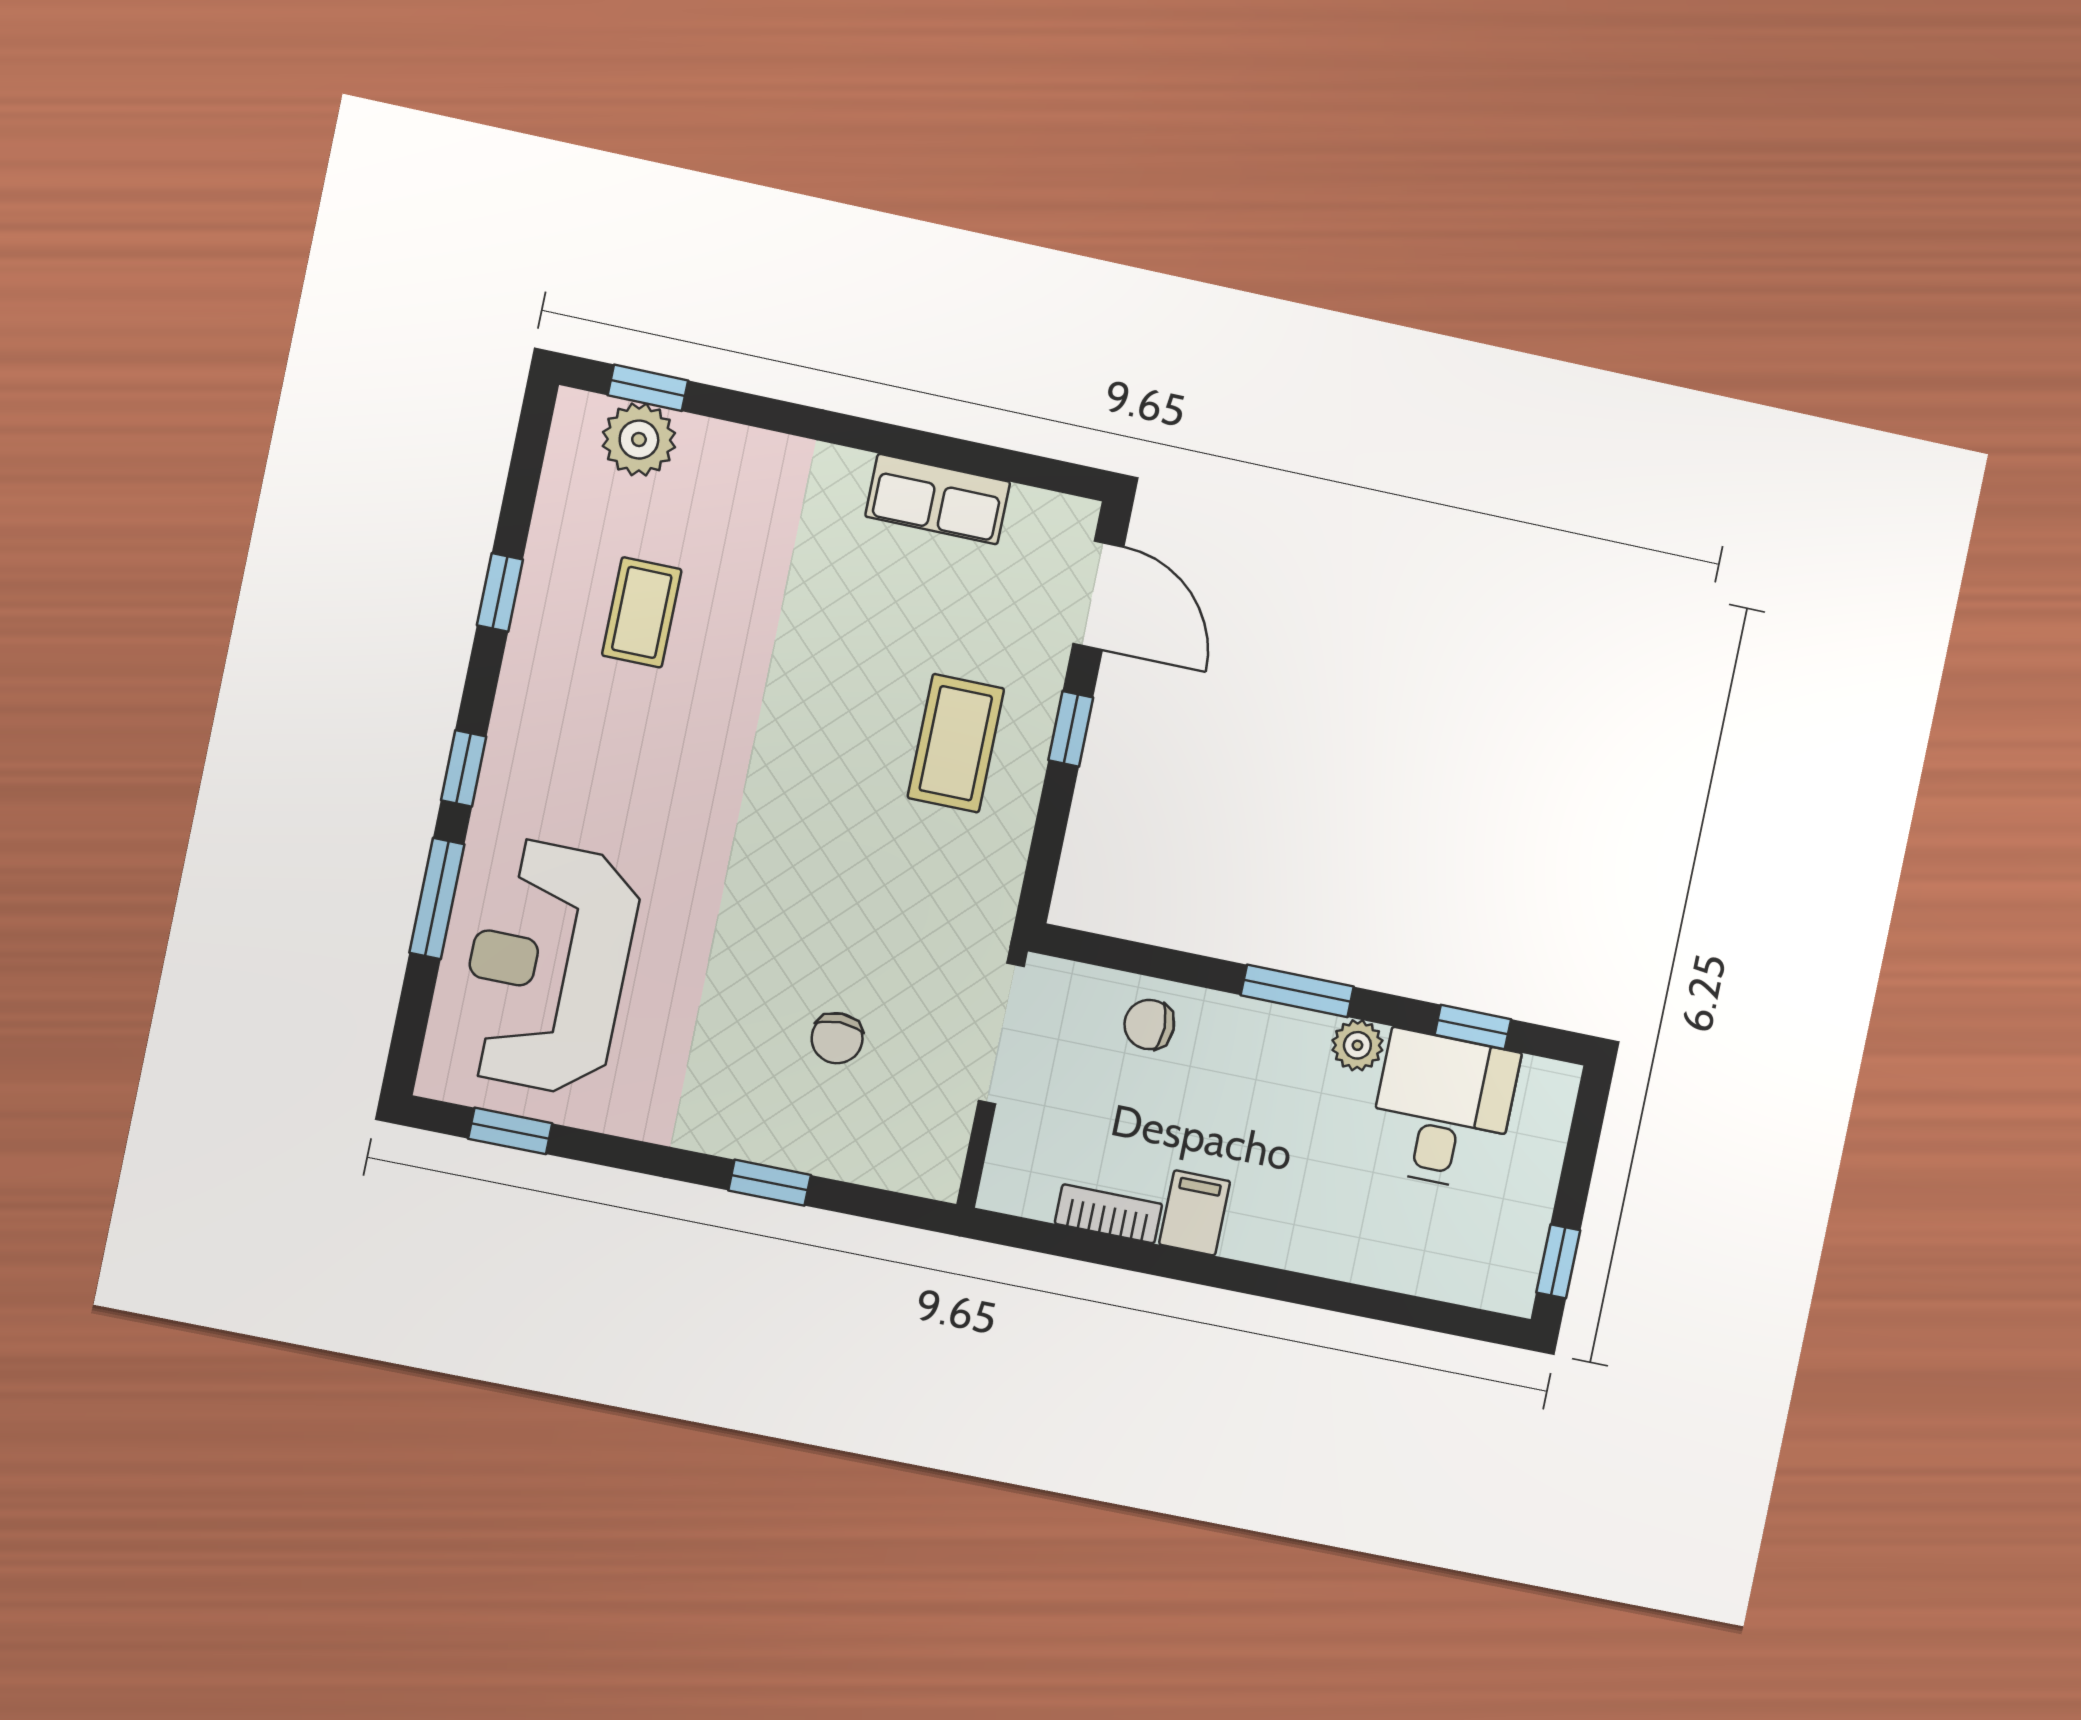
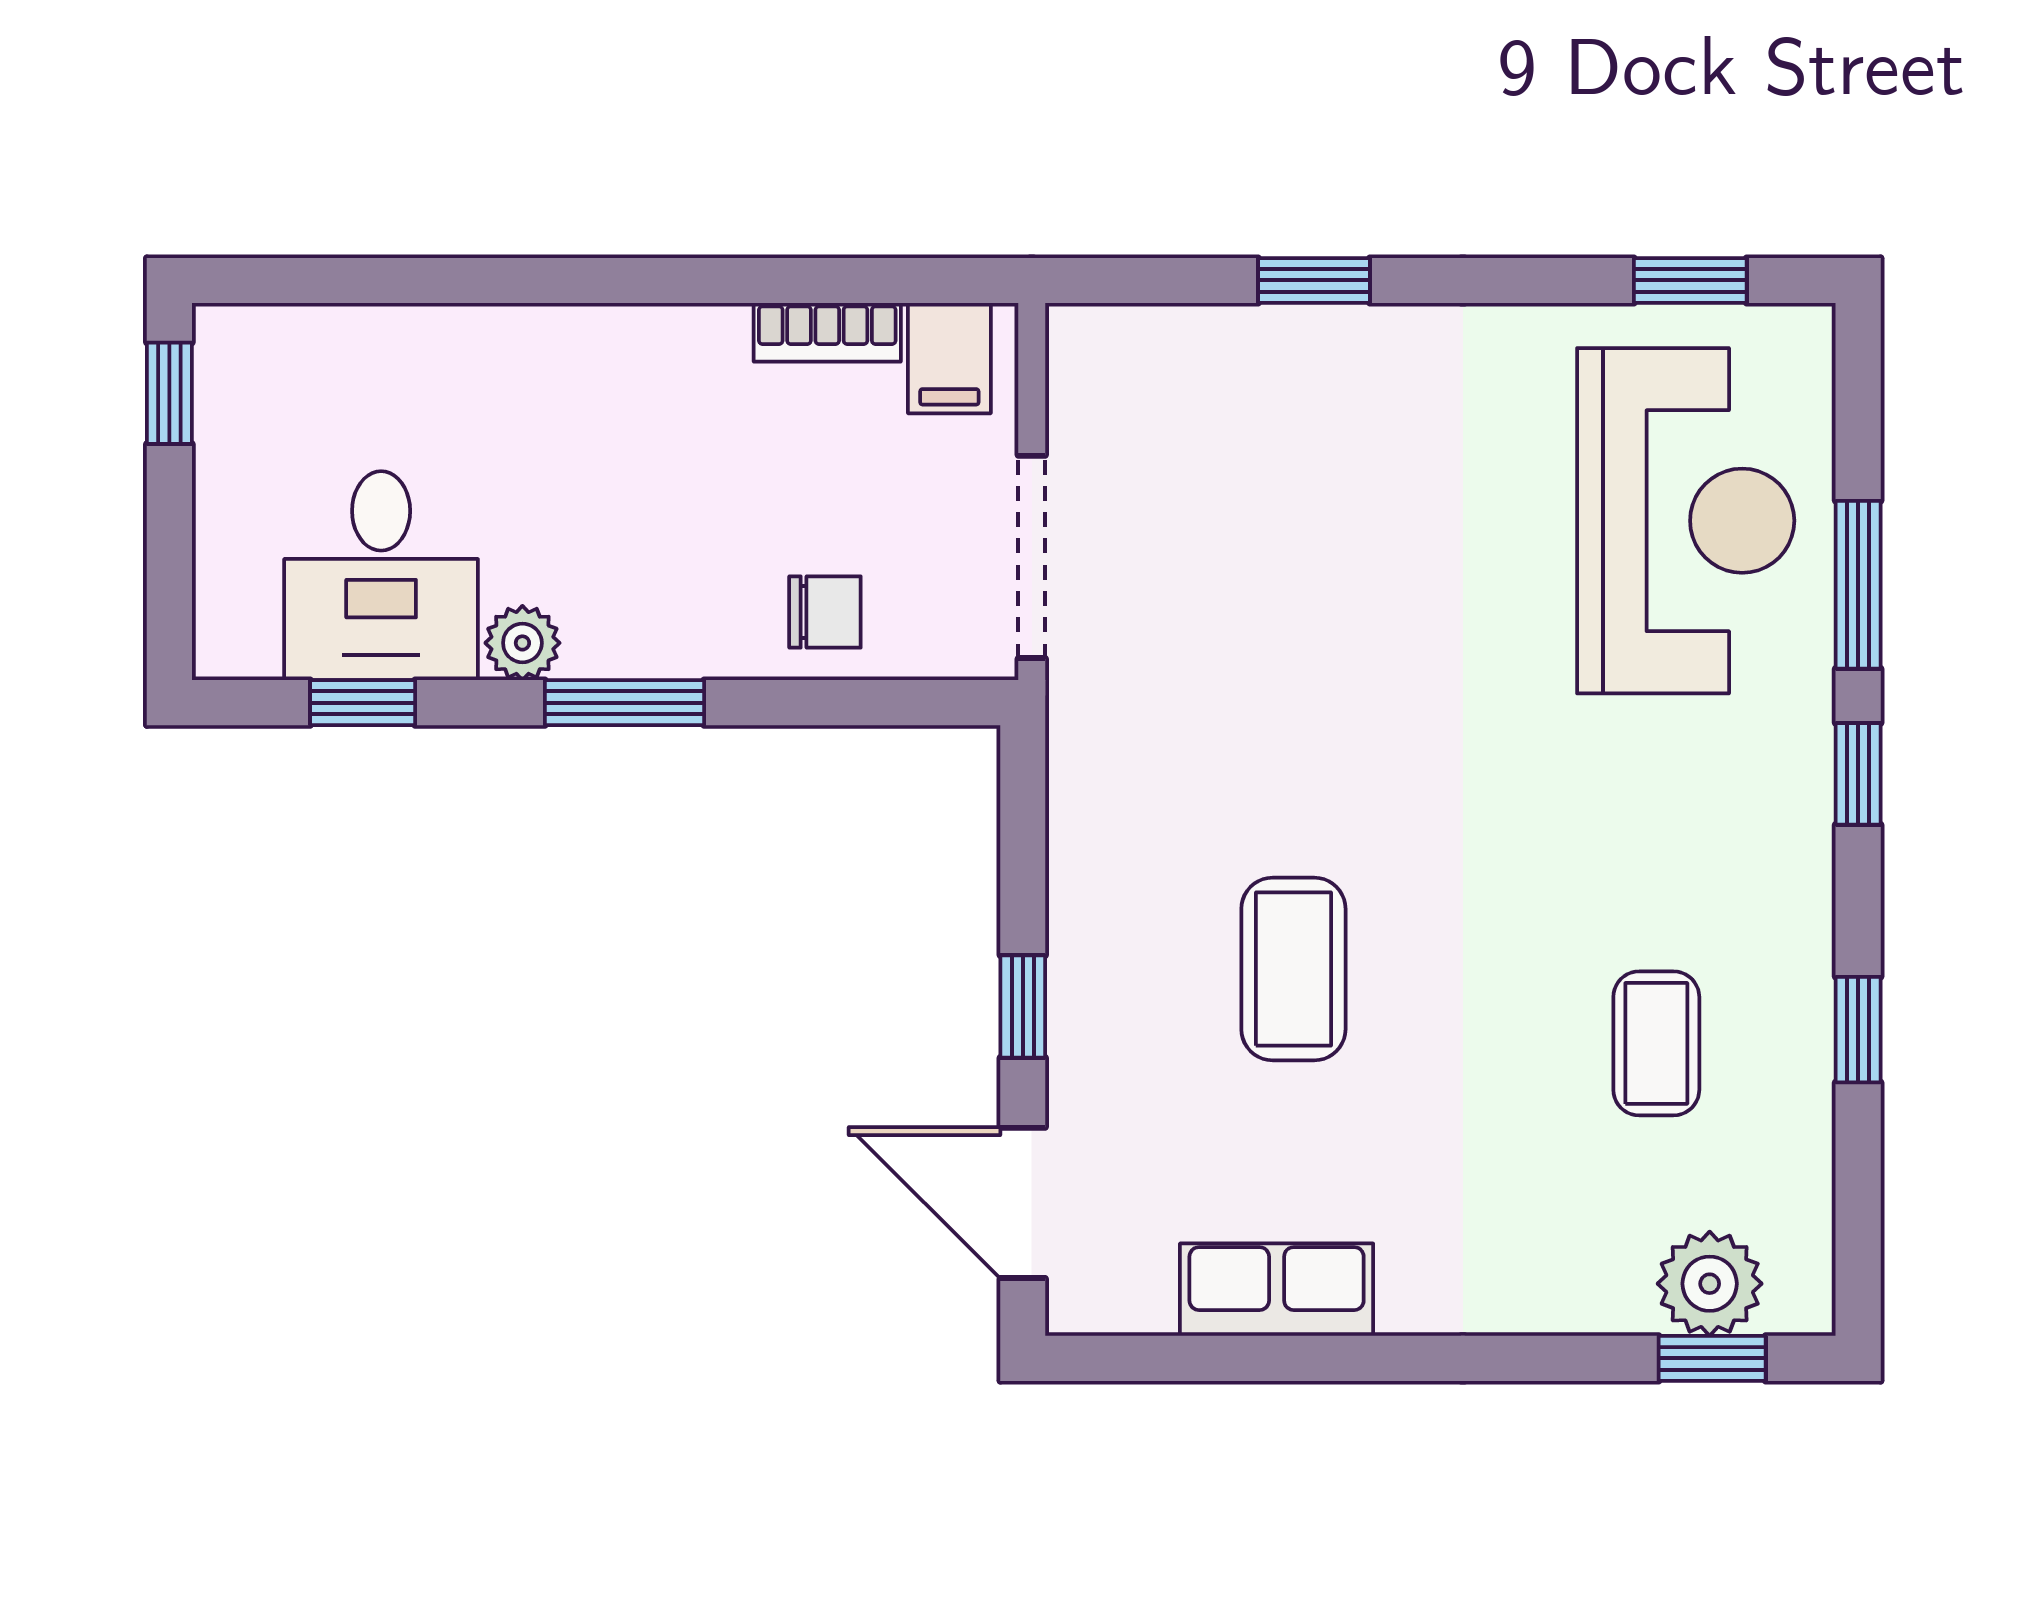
coffee table: (956, 743) -> (1293, 969), moved
chair: (837, 1038) -> (1261, 503), removed
filing cabinet: (1195, 1213) -> (949, 358), moved

